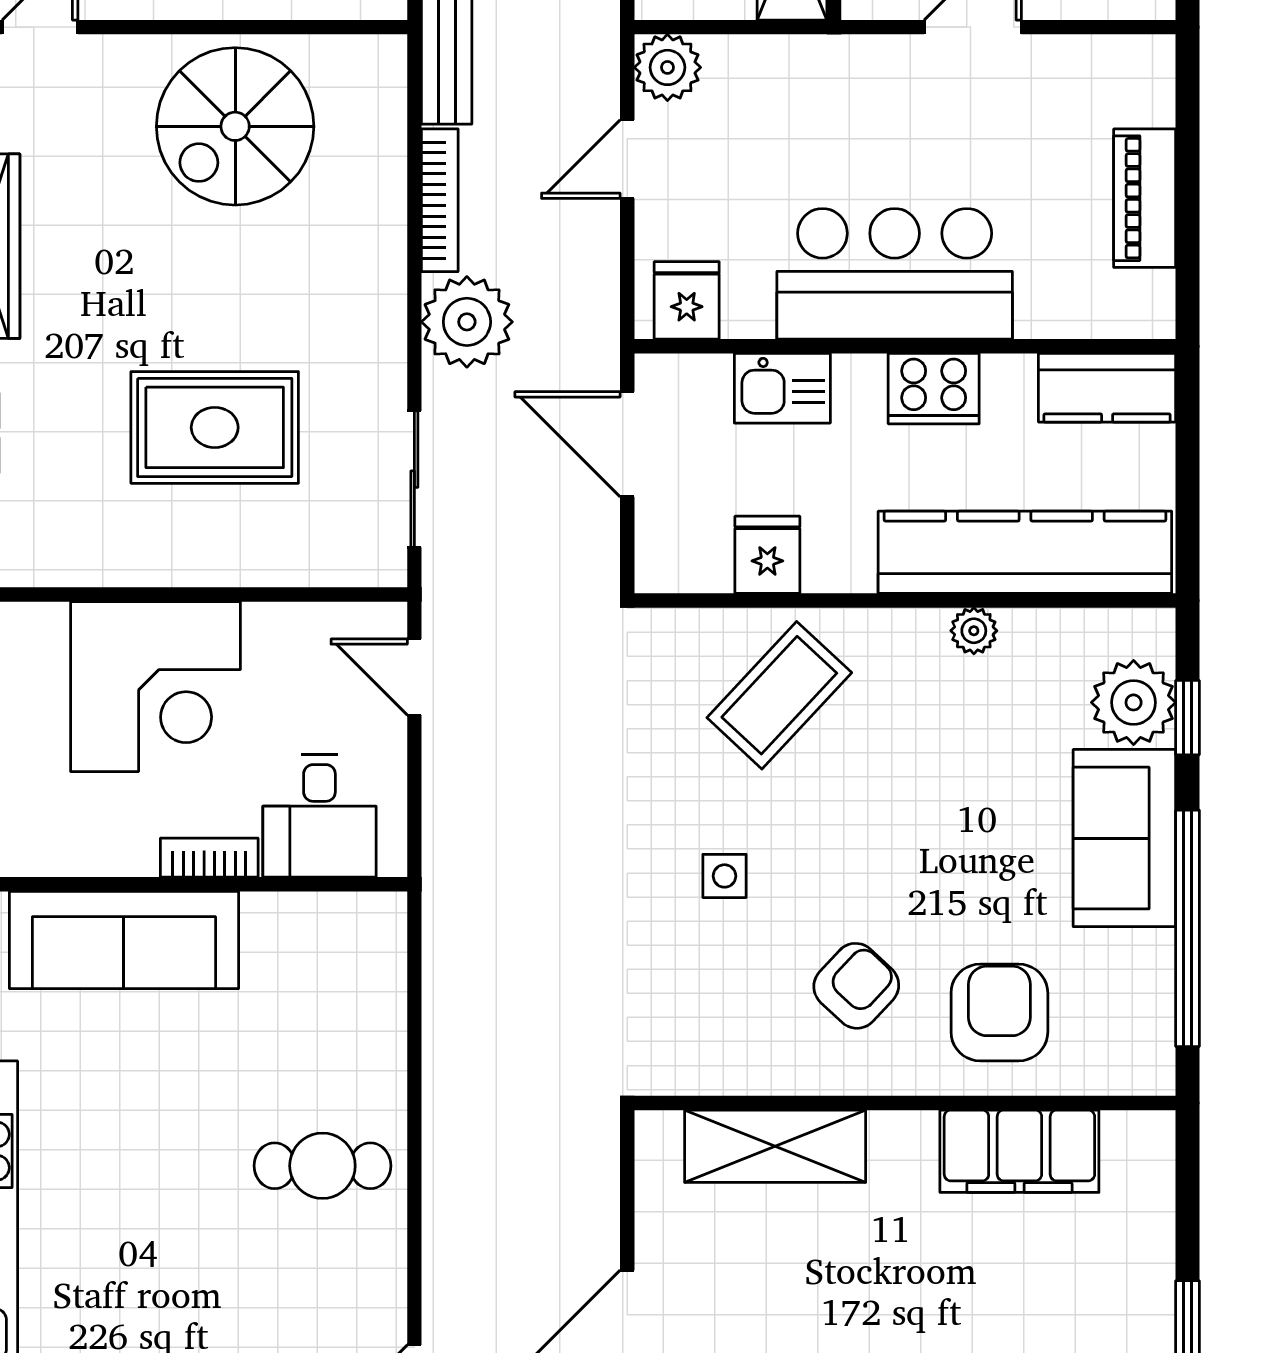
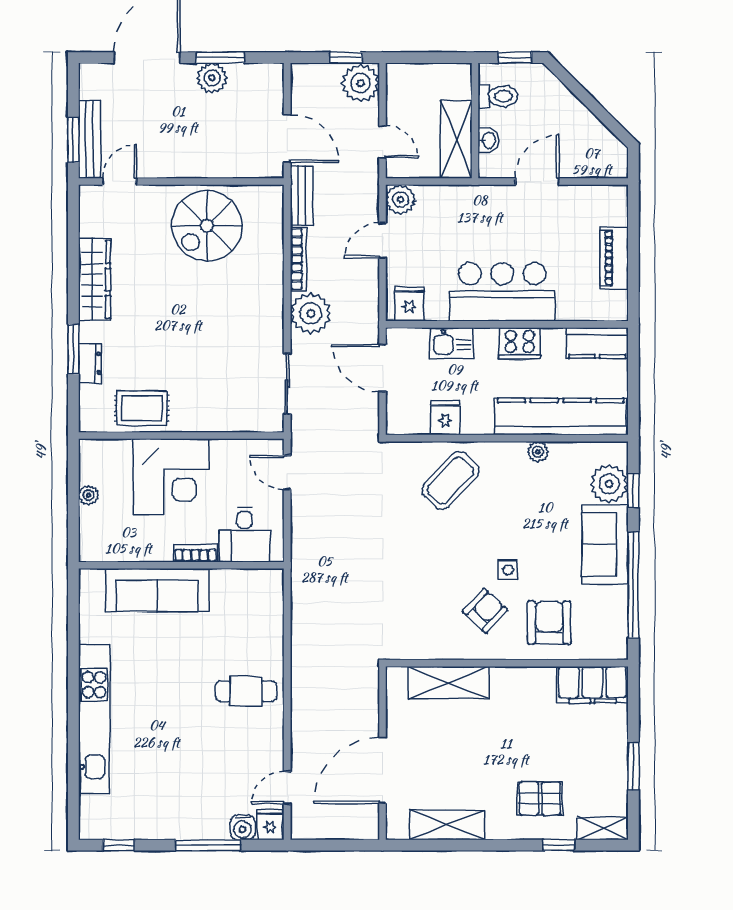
rug: (215, 427) -> (142, 408), moved, width x0.73, depth x0.70
side table: (725, 876) -> (508, 570), moved
filing cabinet: (1019, 1151) -> (592, 685), moved

